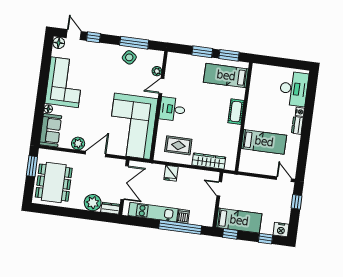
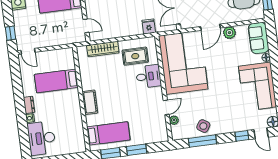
desk: (172, 109) -> (148, 76), moved
fridge: (171, 173) -> (149, 27), moved

